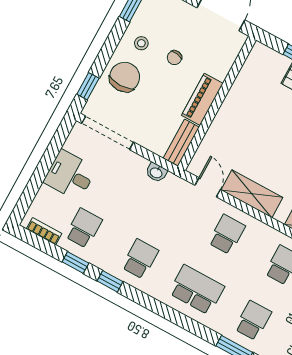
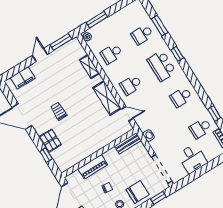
chair: (125, 77) -> (137, 192), turned 180
piano: (202, 99) -> (93, 167), moved
door: (208, 187) -> (127, 114), swing flipped
window: (110, 281) -> (177, 54), moved

